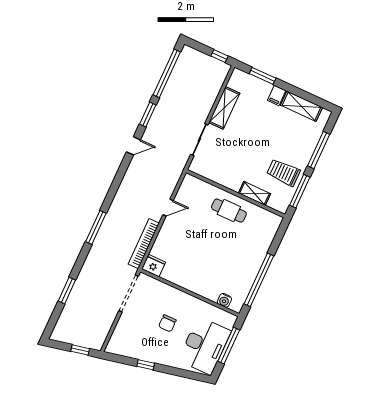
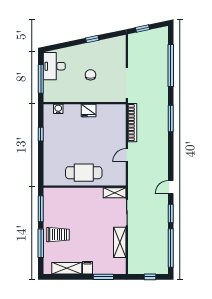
window: (219, 56) -> (150, 277), moved
trolley: (284, 173) -> (58, 235), moved
shelving: (254, 193) -> (115, 193), moved
cafe table: (229, 211) -> (84, 173), width x1.37, depth x1.35
fridge: (154, 265) -> (89, 111), moved
window: (259, 280) -> (41, 134), width x0.32
window: (67, 290) -> (171, 66), width x2.11
desk: (205, 346) -> (54, 66), width x0.73, depth x0.77

